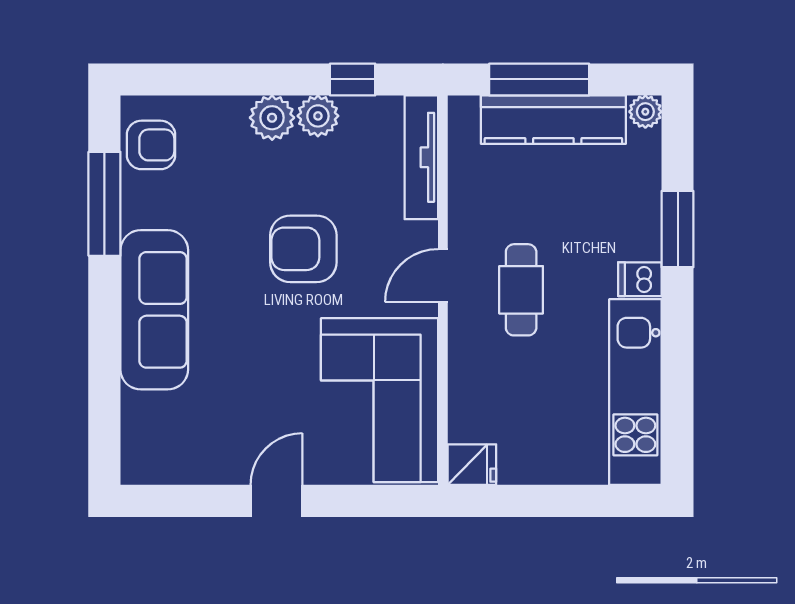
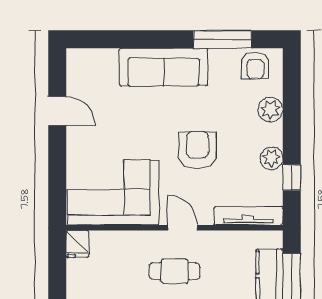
plant: (272, 118) -> (270, 110), moved
door: (277, 501) -> (57, 111), moved

